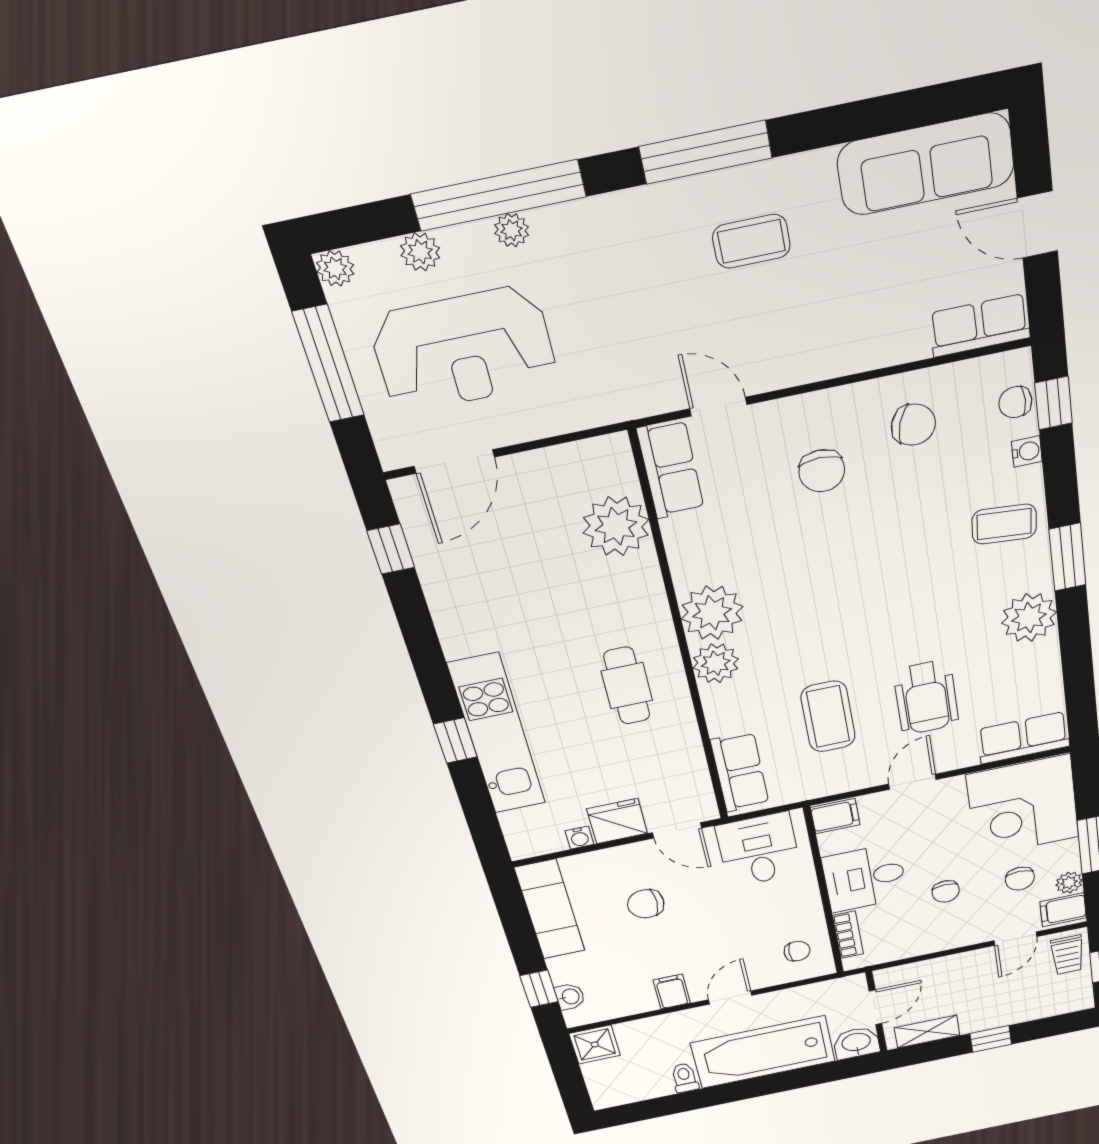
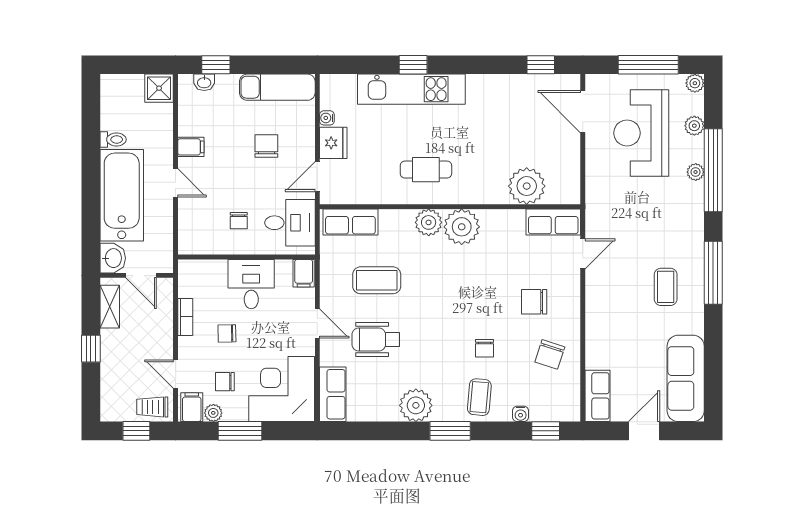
chair: (1015, 402) -> (485, 348), moved, turned 180
bookcase: (848, 935) -> (185, 317), moved, turned -90
chair: (797, 951) -> (239, 221), moved

